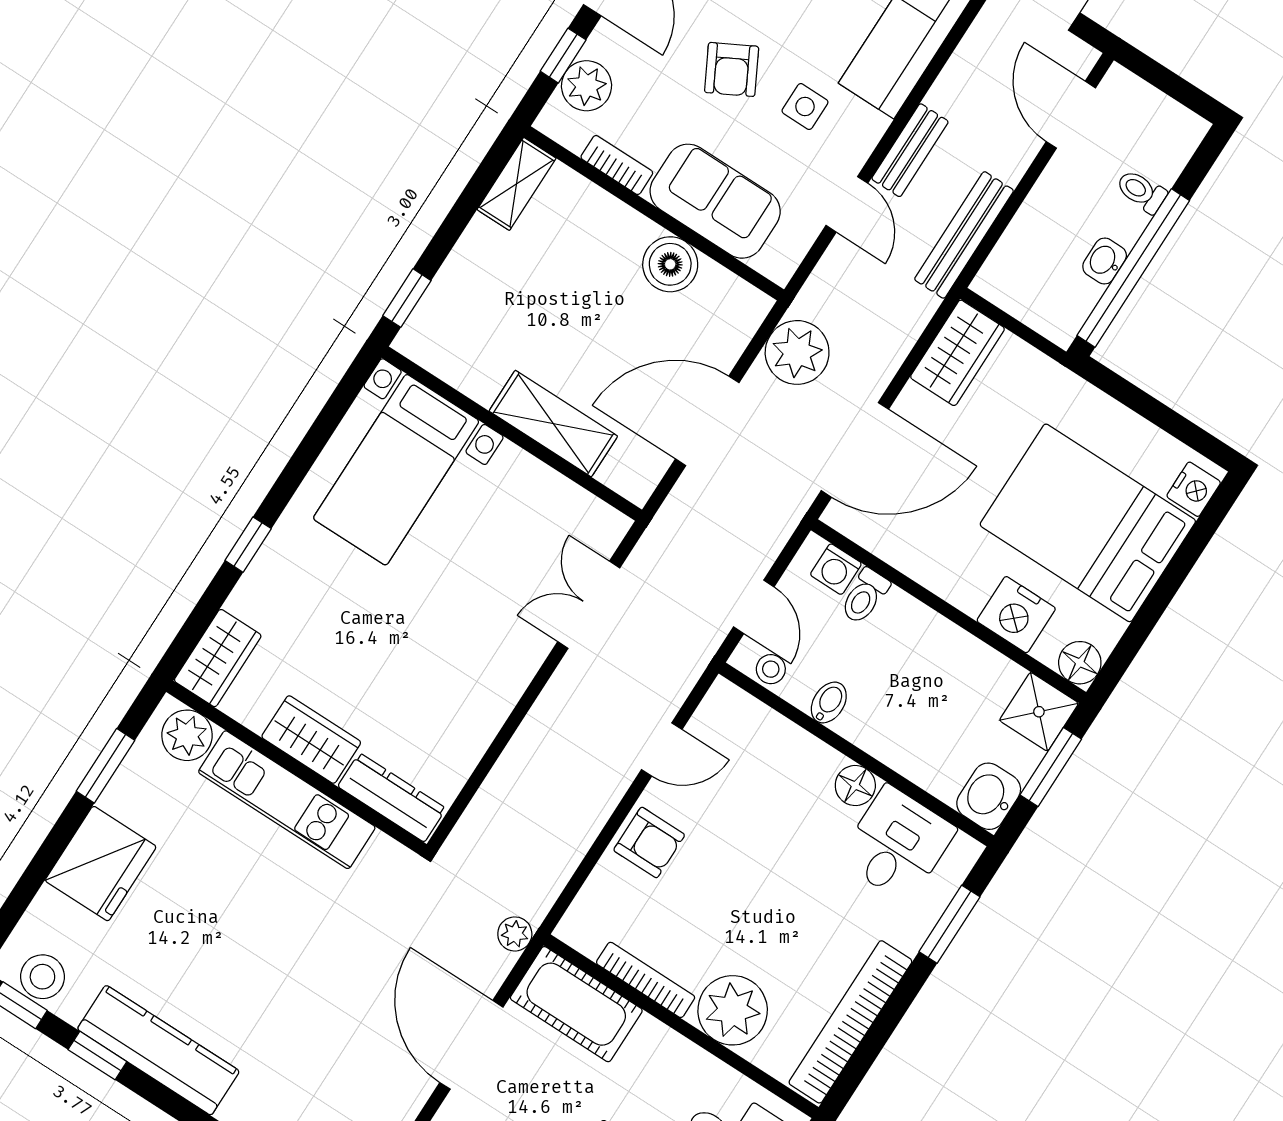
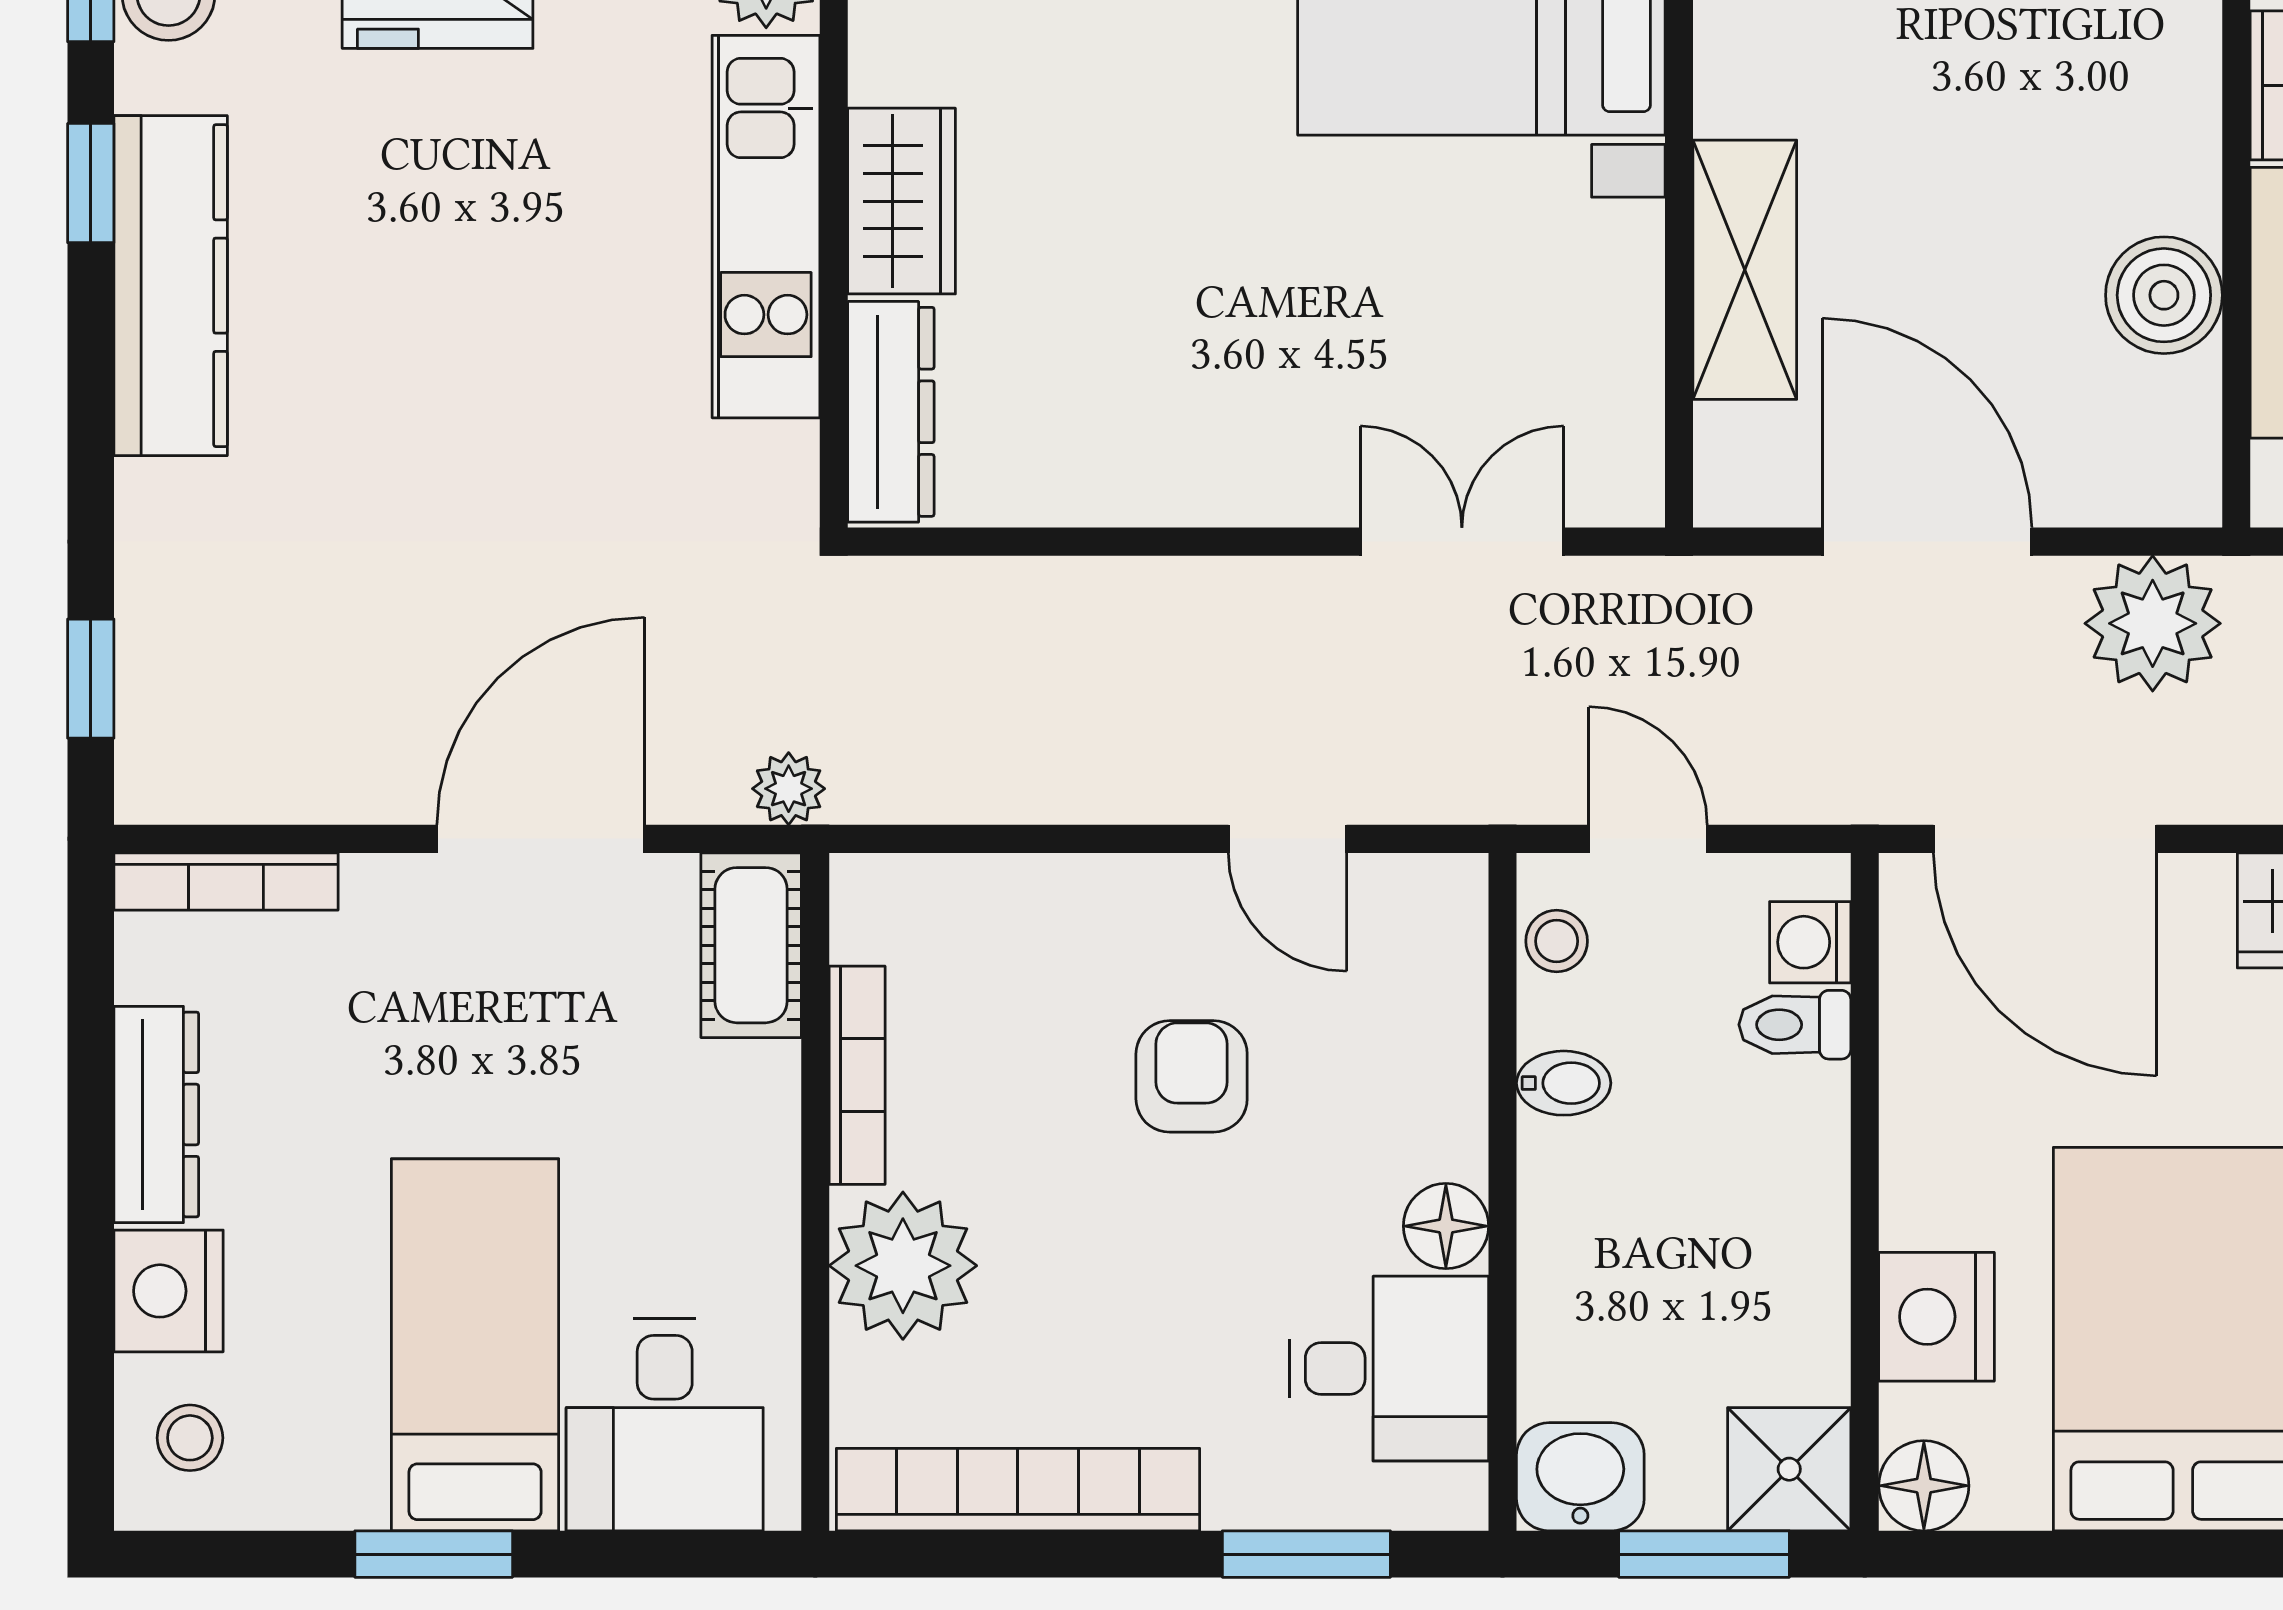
door: (754, 607) -> (1648, 839), swing flipped
armchair: (649, 842) -> (1192, 1076), moved, turned 180
cot: (576, 1004) -> (751, 945), width x0.73, depth x0.75

